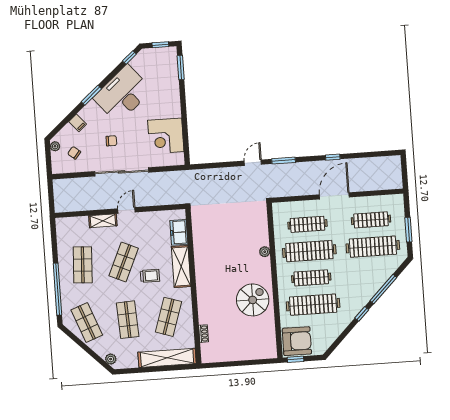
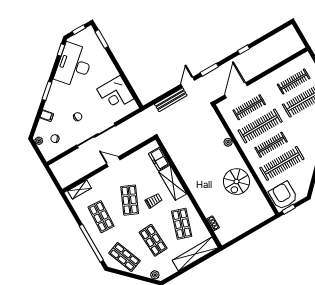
desk: (123, 94) -> (74, 65), moved
bench: (224, 173) -> (171, 100), added
door: (334, 196) -> (236, 90), moved
door: (126, 210) -> (113, 162), hinge flipped
shelving: (103, 221) -> (80, 189), moved
spiral stairs: (253, 300) -> (237, 182), turned 180
armchair: (297, 341) -> (283, 196), turned -90

